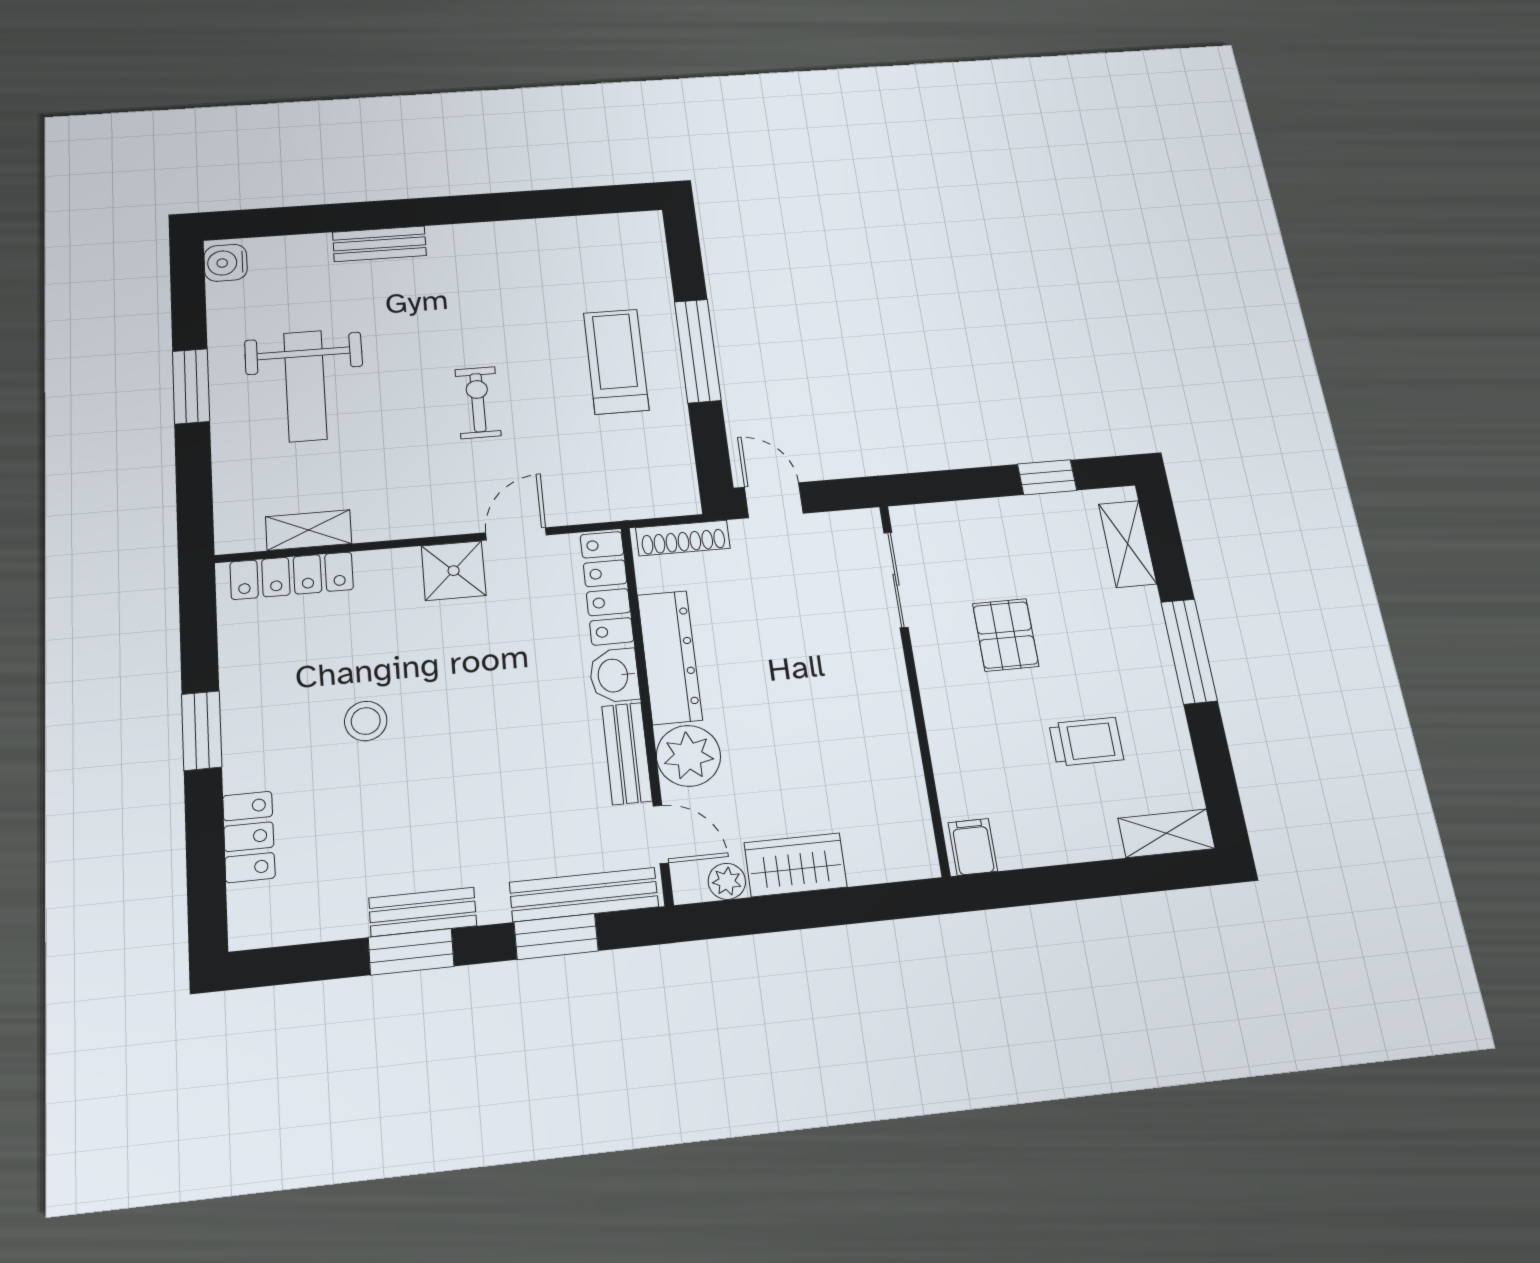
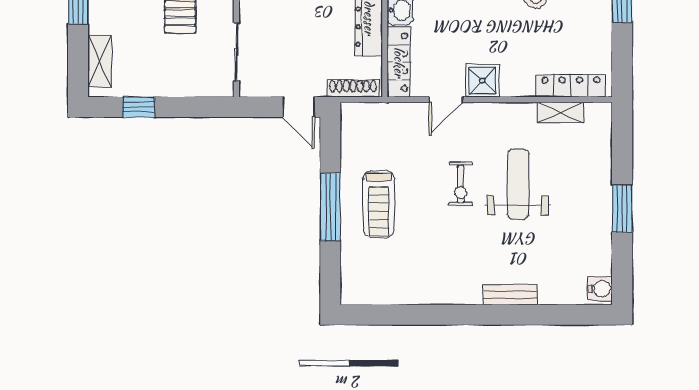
weight bench: (305, 386) -> (518, 184), moved

